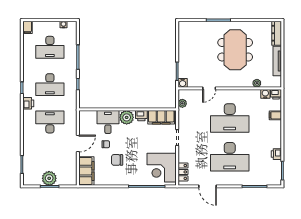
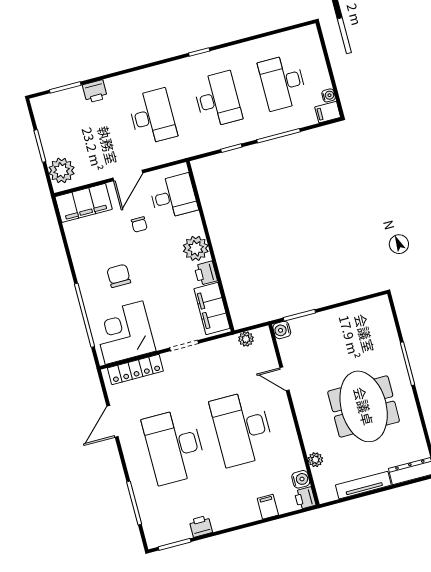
filing cabinet: (28, 27) -> (328, 112), moved
meeting table: (235, 50) -> (364, 406), turned 90
desk: (50, 85) -> (217, 99), turned 180
printer: (28, 103) -> (95, 91), moved
desk: (108, 122) -> (173, 196), moved
door: (78, 143) -> (128, 176), hinge flipped
chair: (117, 160) -> (119, 276), moved
locker: (183, 172) -> (135, 370), width x1.53
plant: (49, 178) -> (62, 170), moved

